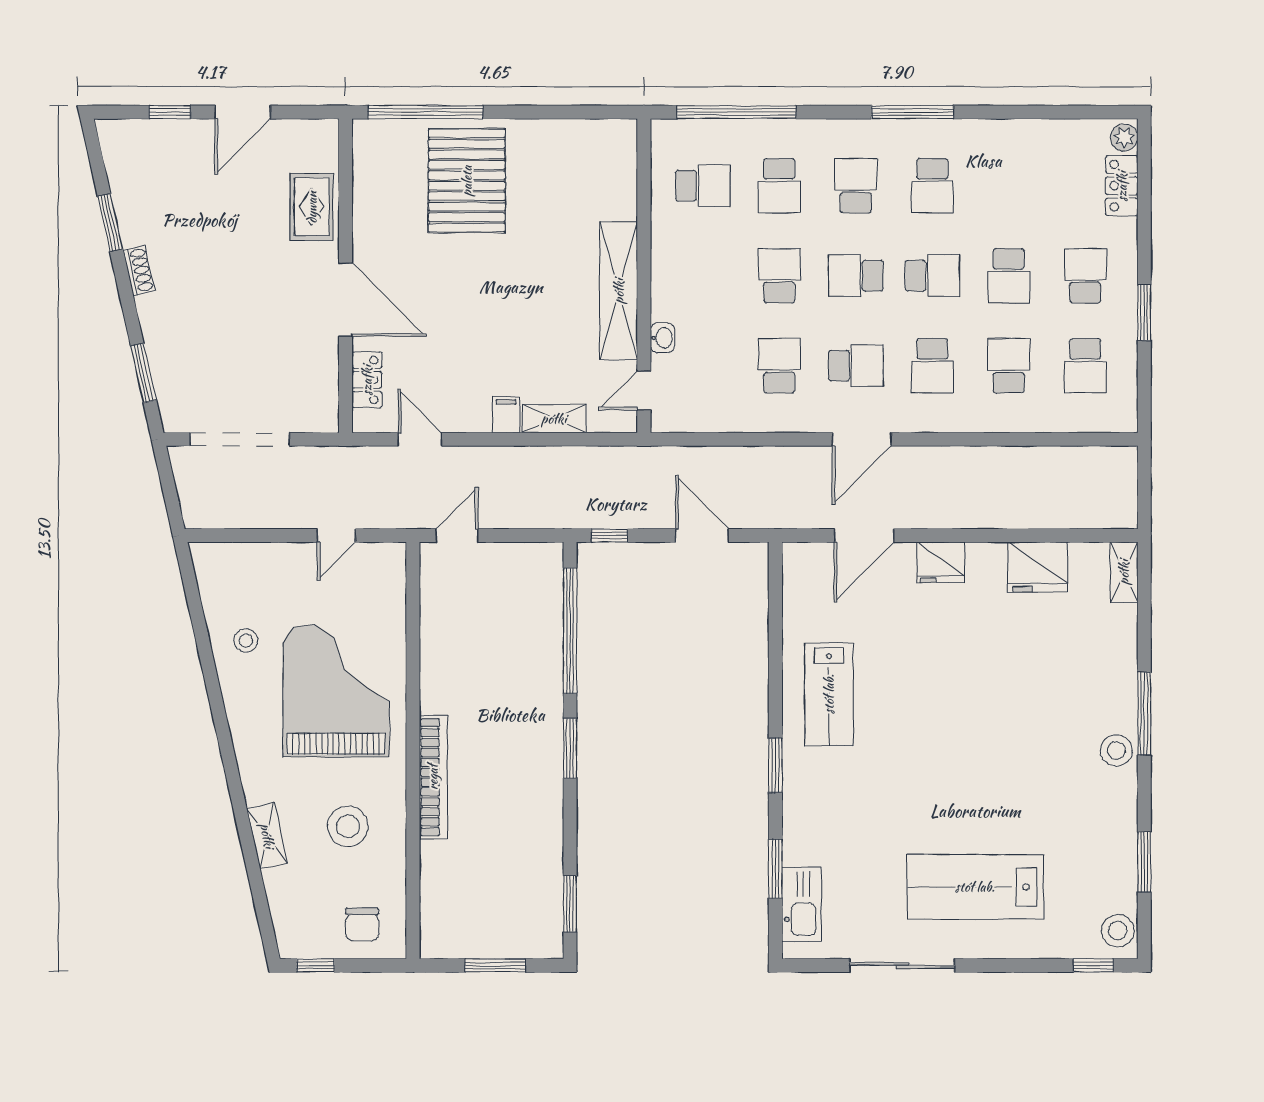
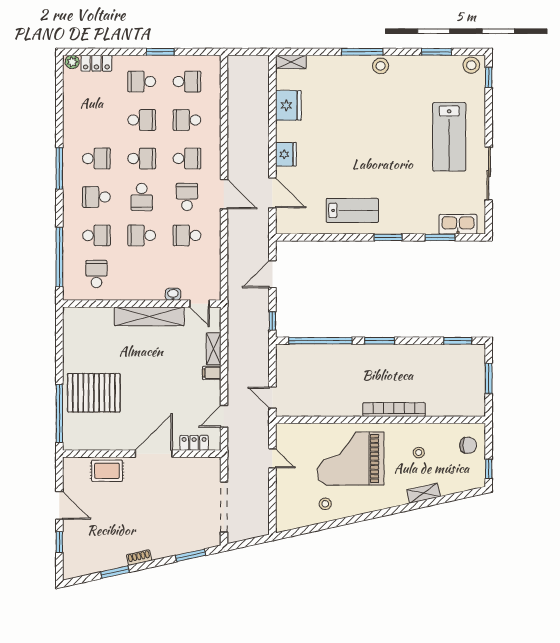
school desk: (932, 276) -> (142, 158), turned 90
stool: (348, 826) -> (419, 453), width x0.53, depth x0.53

